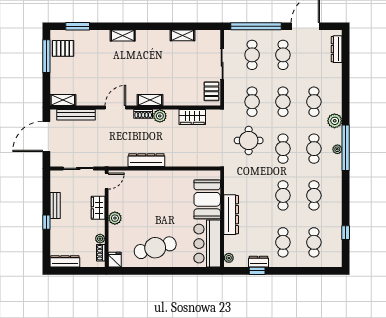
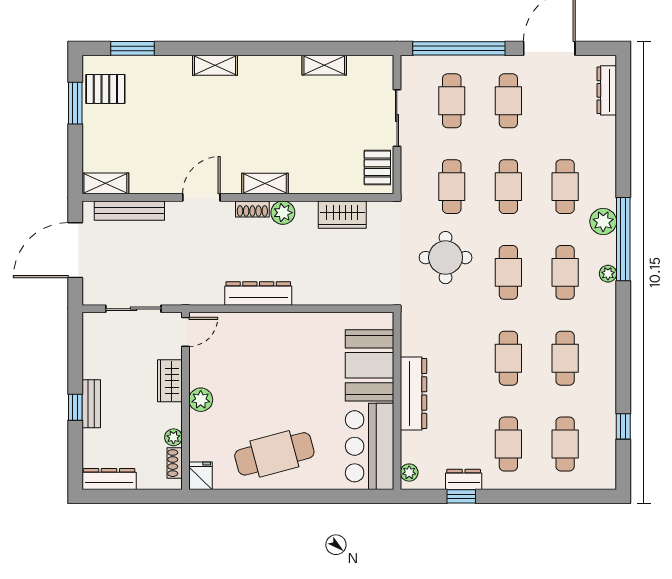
window: (46, 56) -> (75, 103), width x0.69
window: (346, 148) -> (623, 239), moved
bench: (55, 206) -> (91, 404), moved

